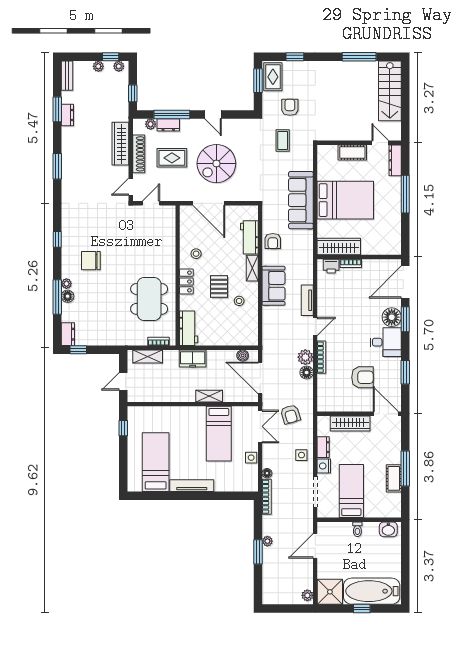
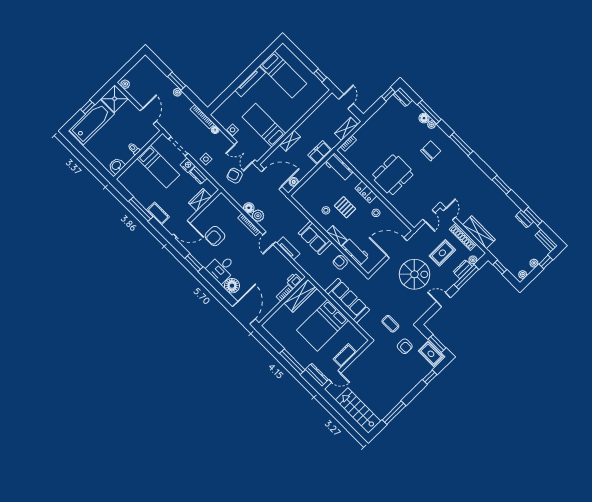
window: (111, 57) -> (546, 262), moved
spiral stairs: (216, 164) -> (414, 274), turned 90
window: (57, 239) -> (461, 144), width x2.17
dining table: (149, 299) -> (393, 175), moved, turned 90
window: (405, 319) -> (223, 292), removed
wardrobe: (350, 423) -> (200, 200), width x0.67
cot: (394, 478) -> (158, 213), moved

